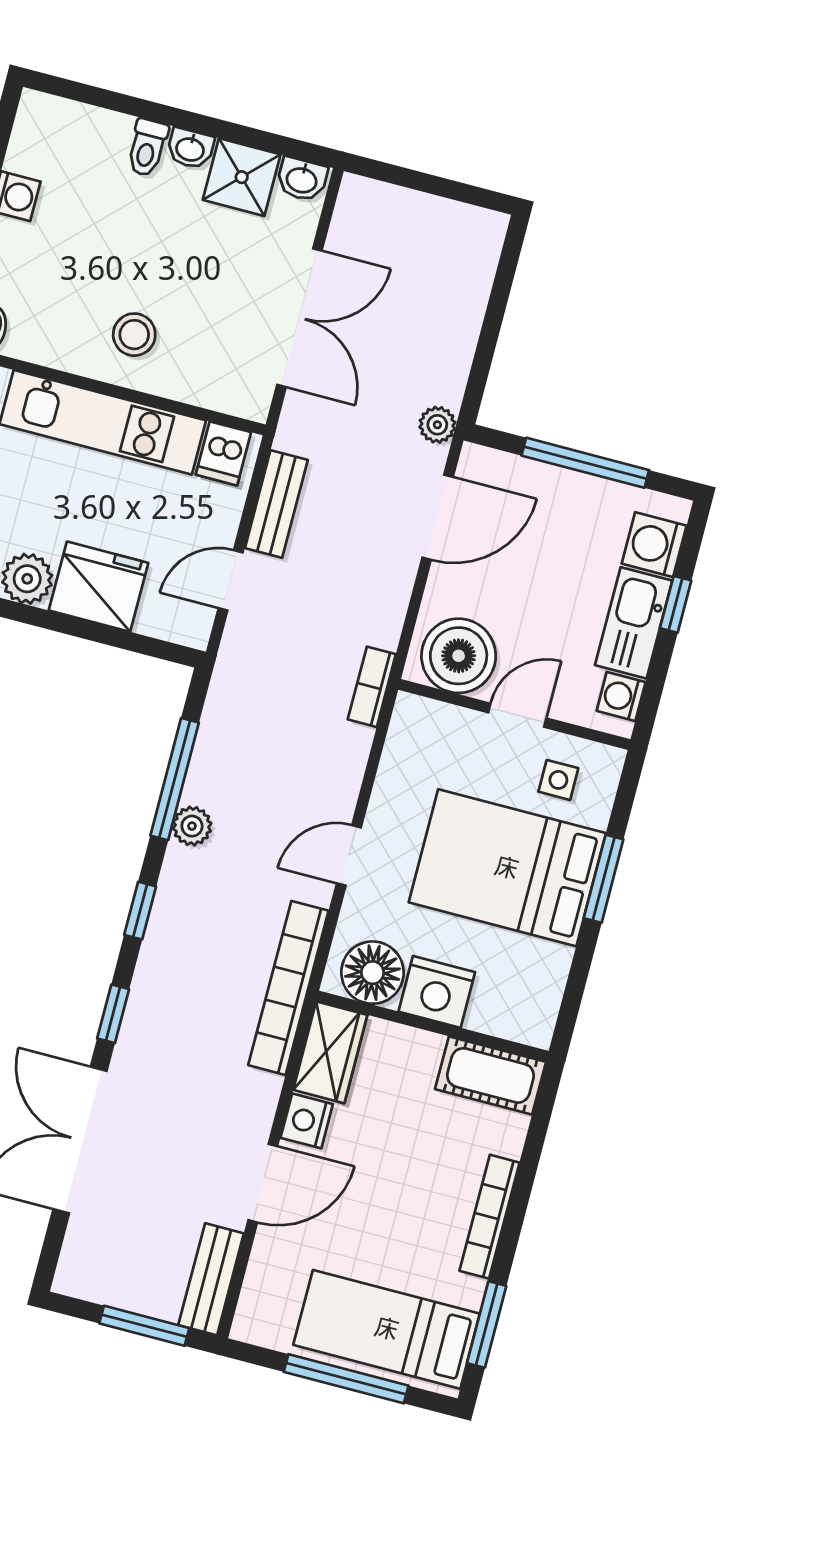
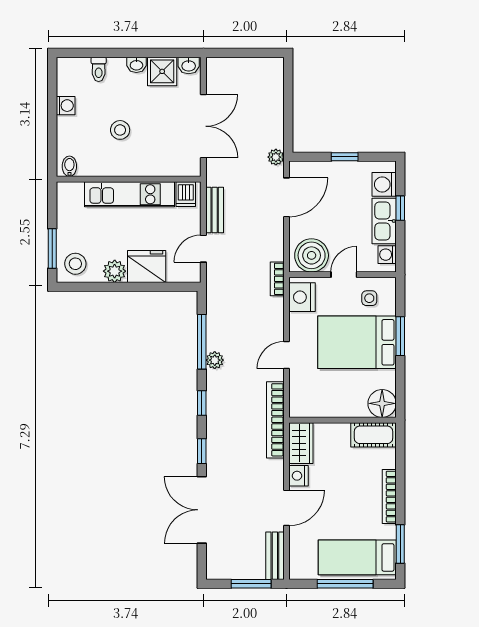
toilet: (147, 148) -> (99, 69), moved
stool: (134, 335) -> (120, 130), moved
window: (585, 463) -> (345, 157), width x0.46
floor lamp: (372, 973) -> (382, 403), moved
nightstand: (437, 992) -> (302, 297), moved, turned 90

